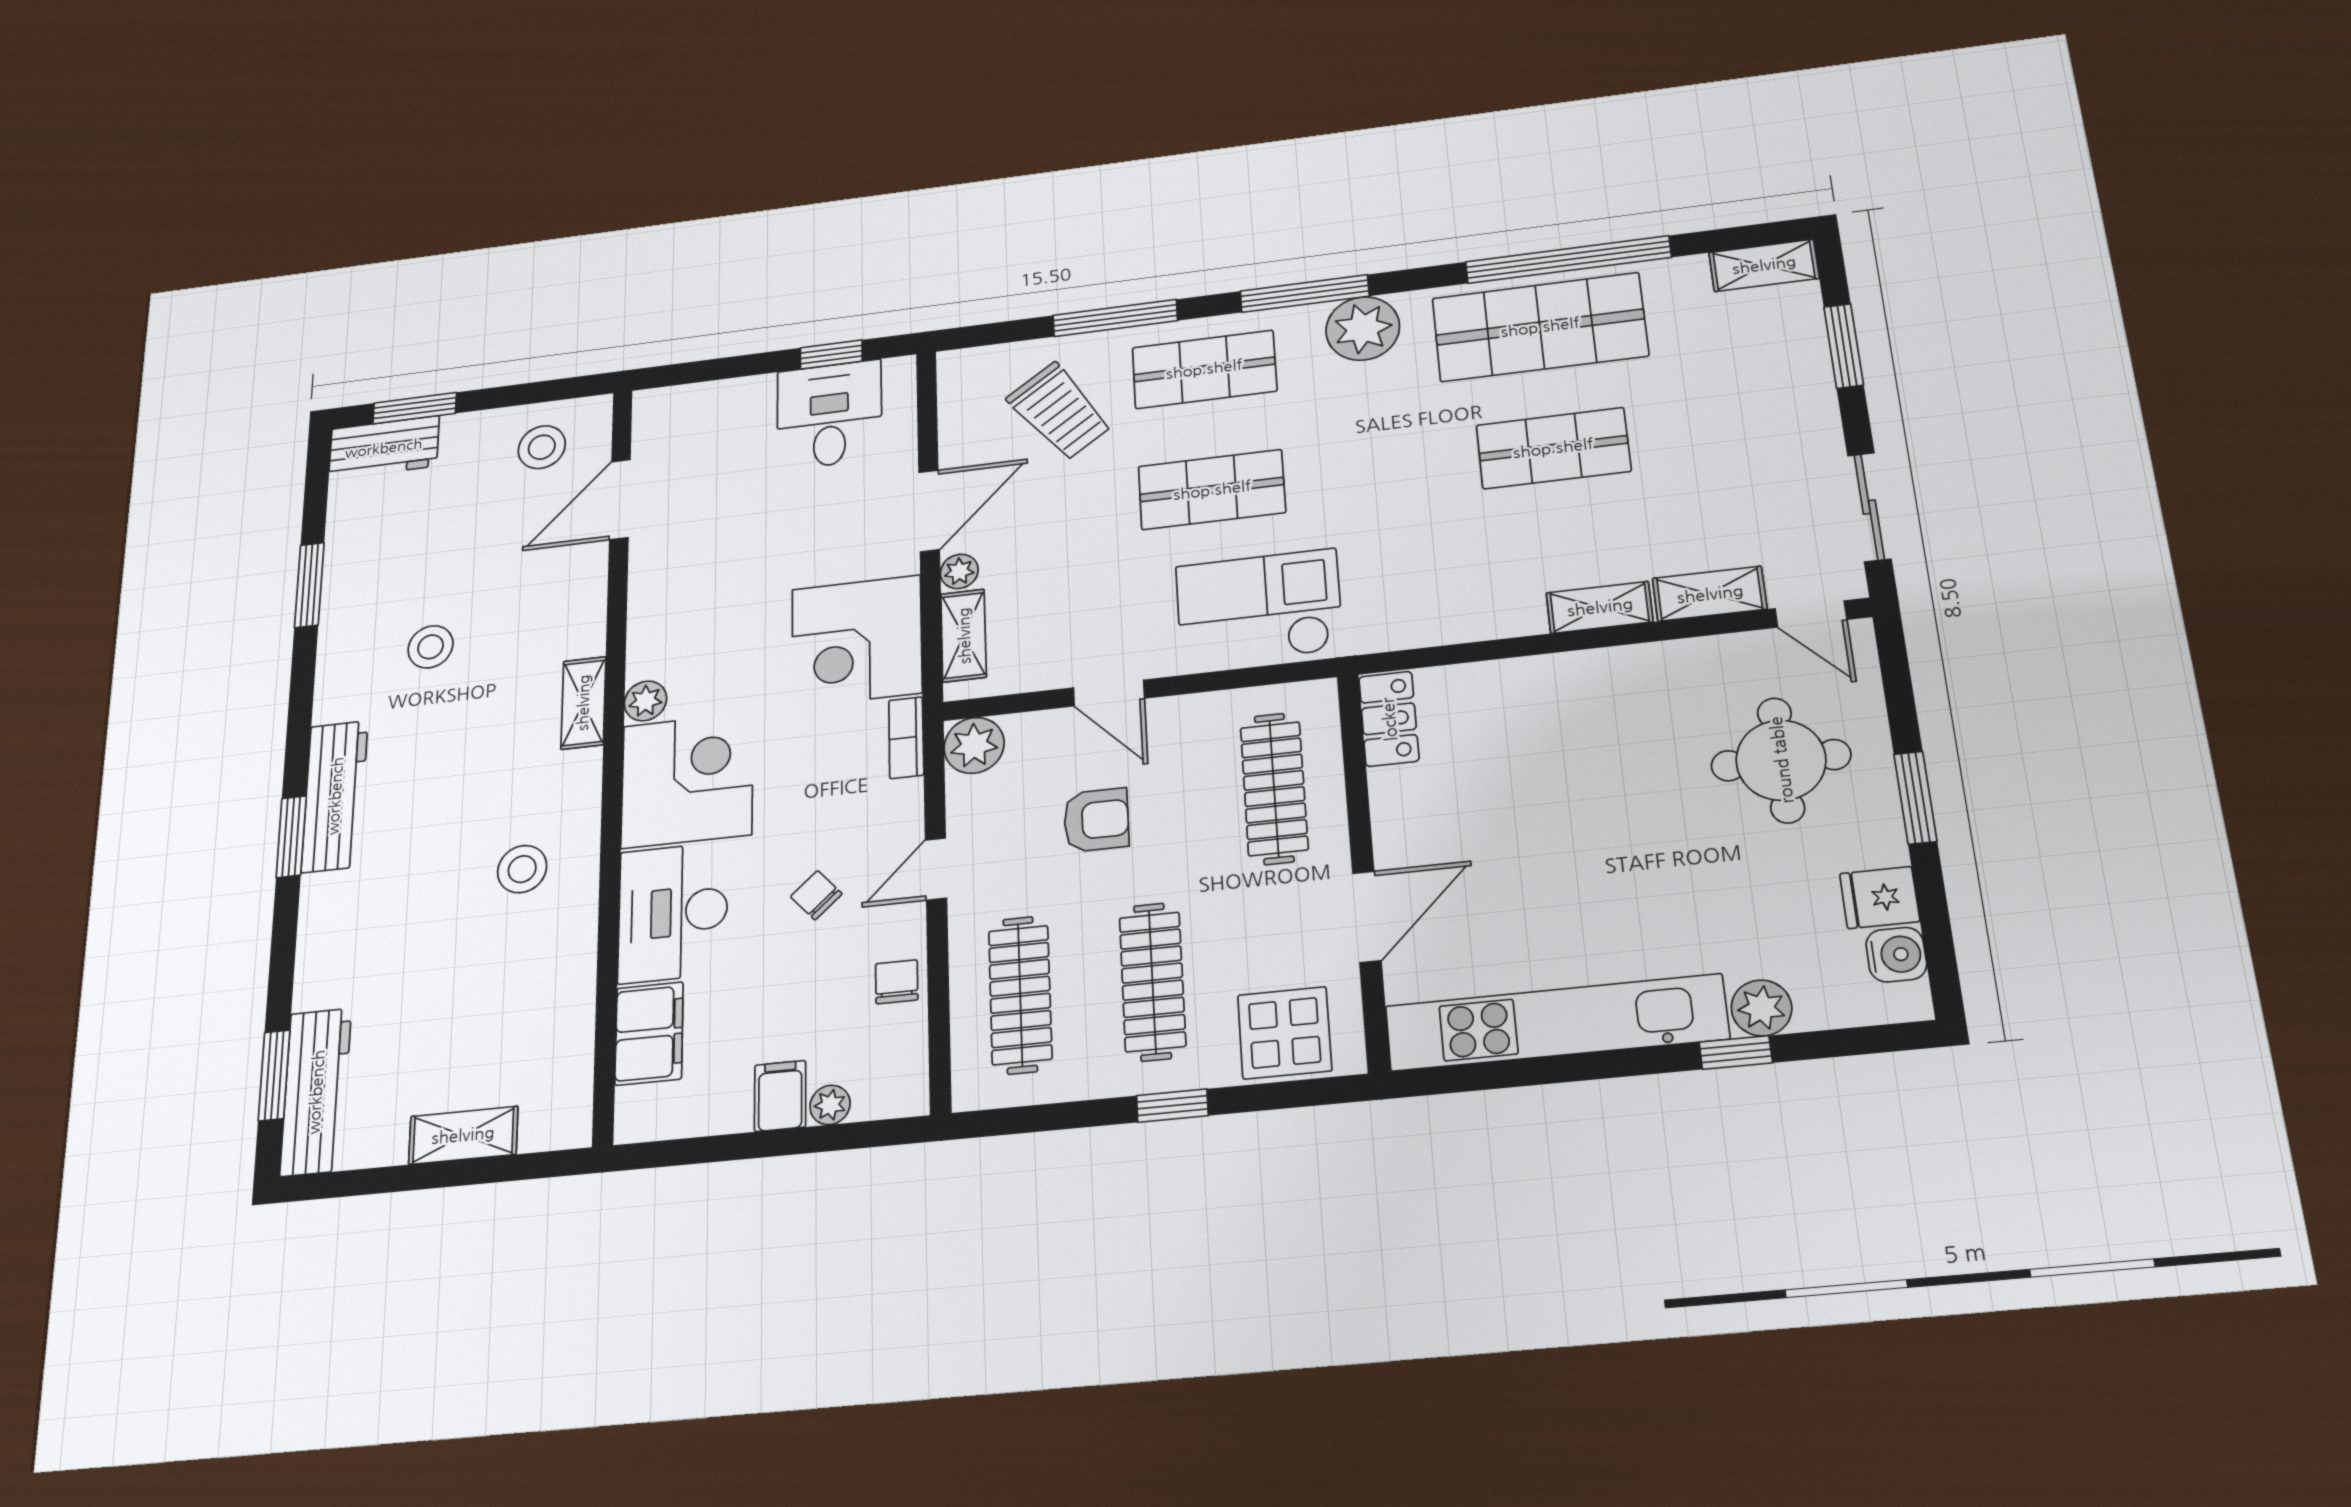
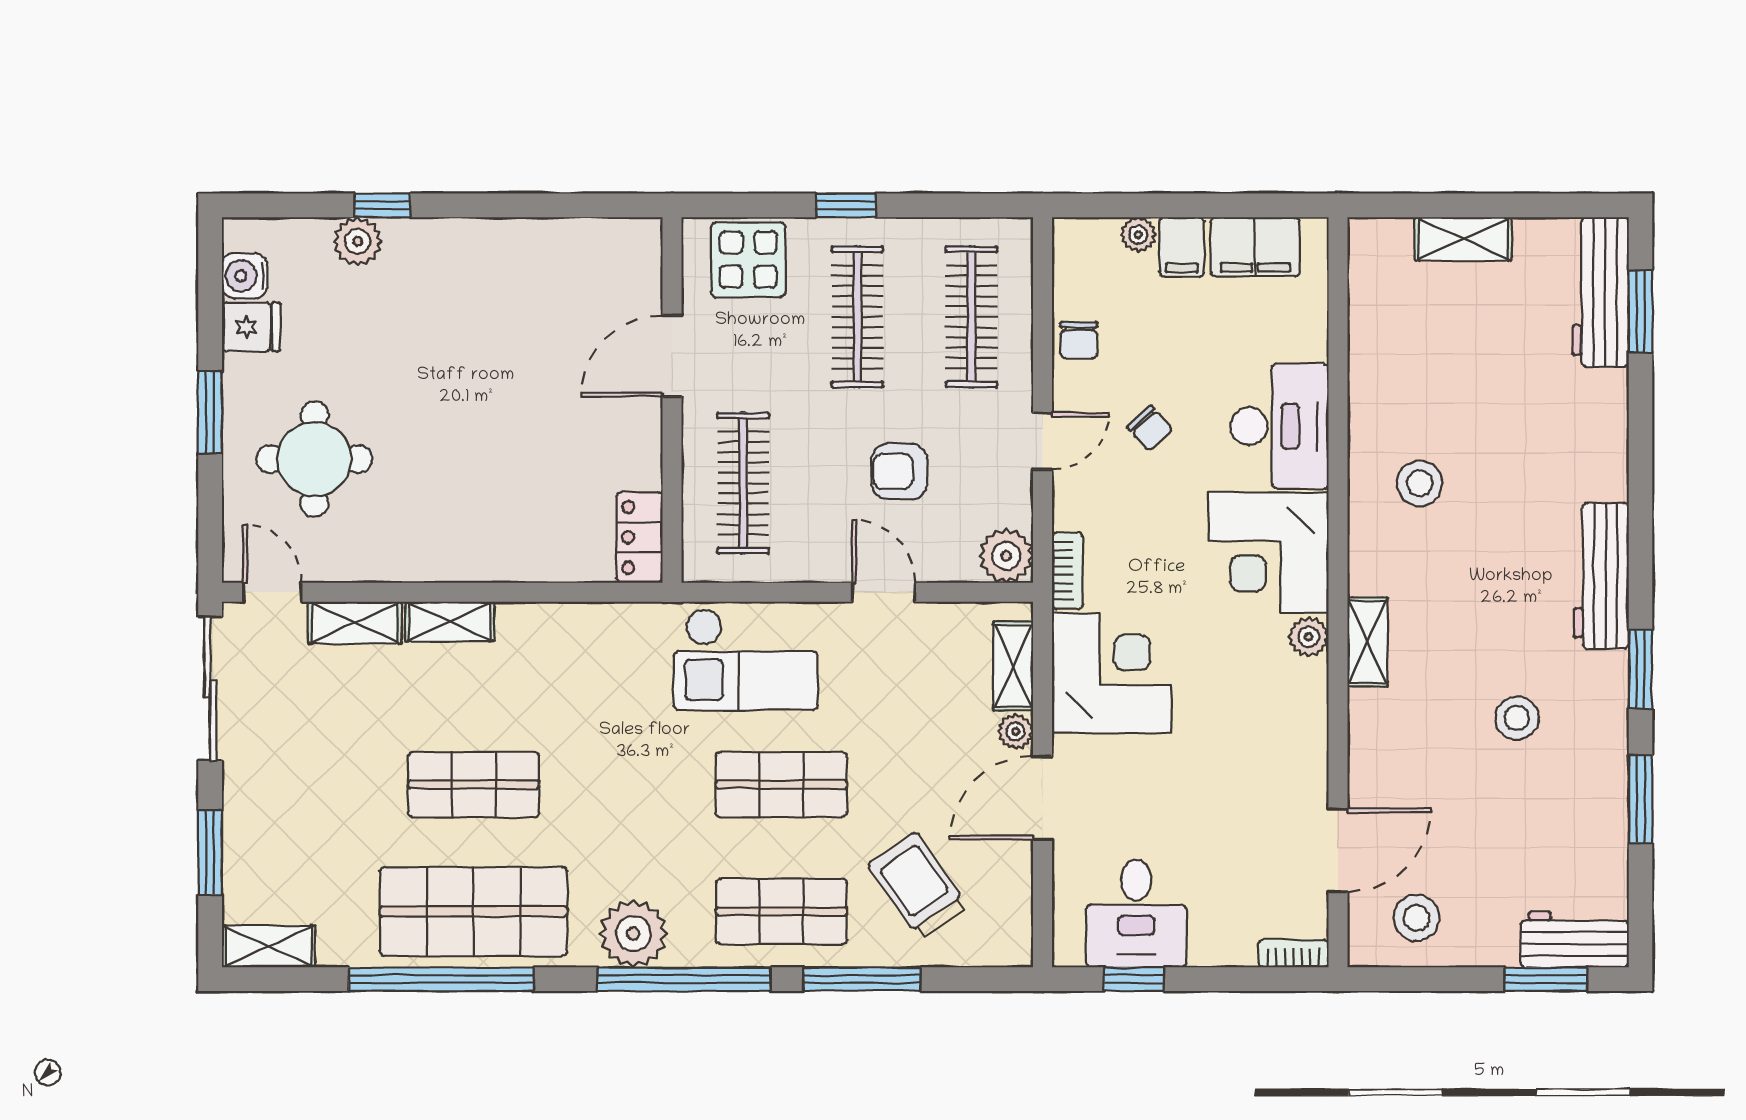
window: (1305, 294) -> (684, 979), width x1.46
bookcase: (668, 399) -> (1293, 953), added
sliding door: (1869, 507) -> (210, 689), width x1.37
window: (291, 837) -> (1640, 669), moved
kitchen unit: (1556, 1023) -> (524, 246), removed
filing cabinet: (649, 1033) -> (1255, 247), moved, turned -90

